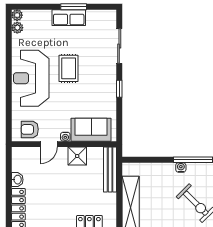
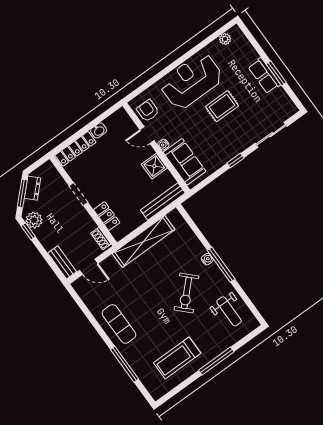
plant: (17, 15) -> (235, 31), removed

